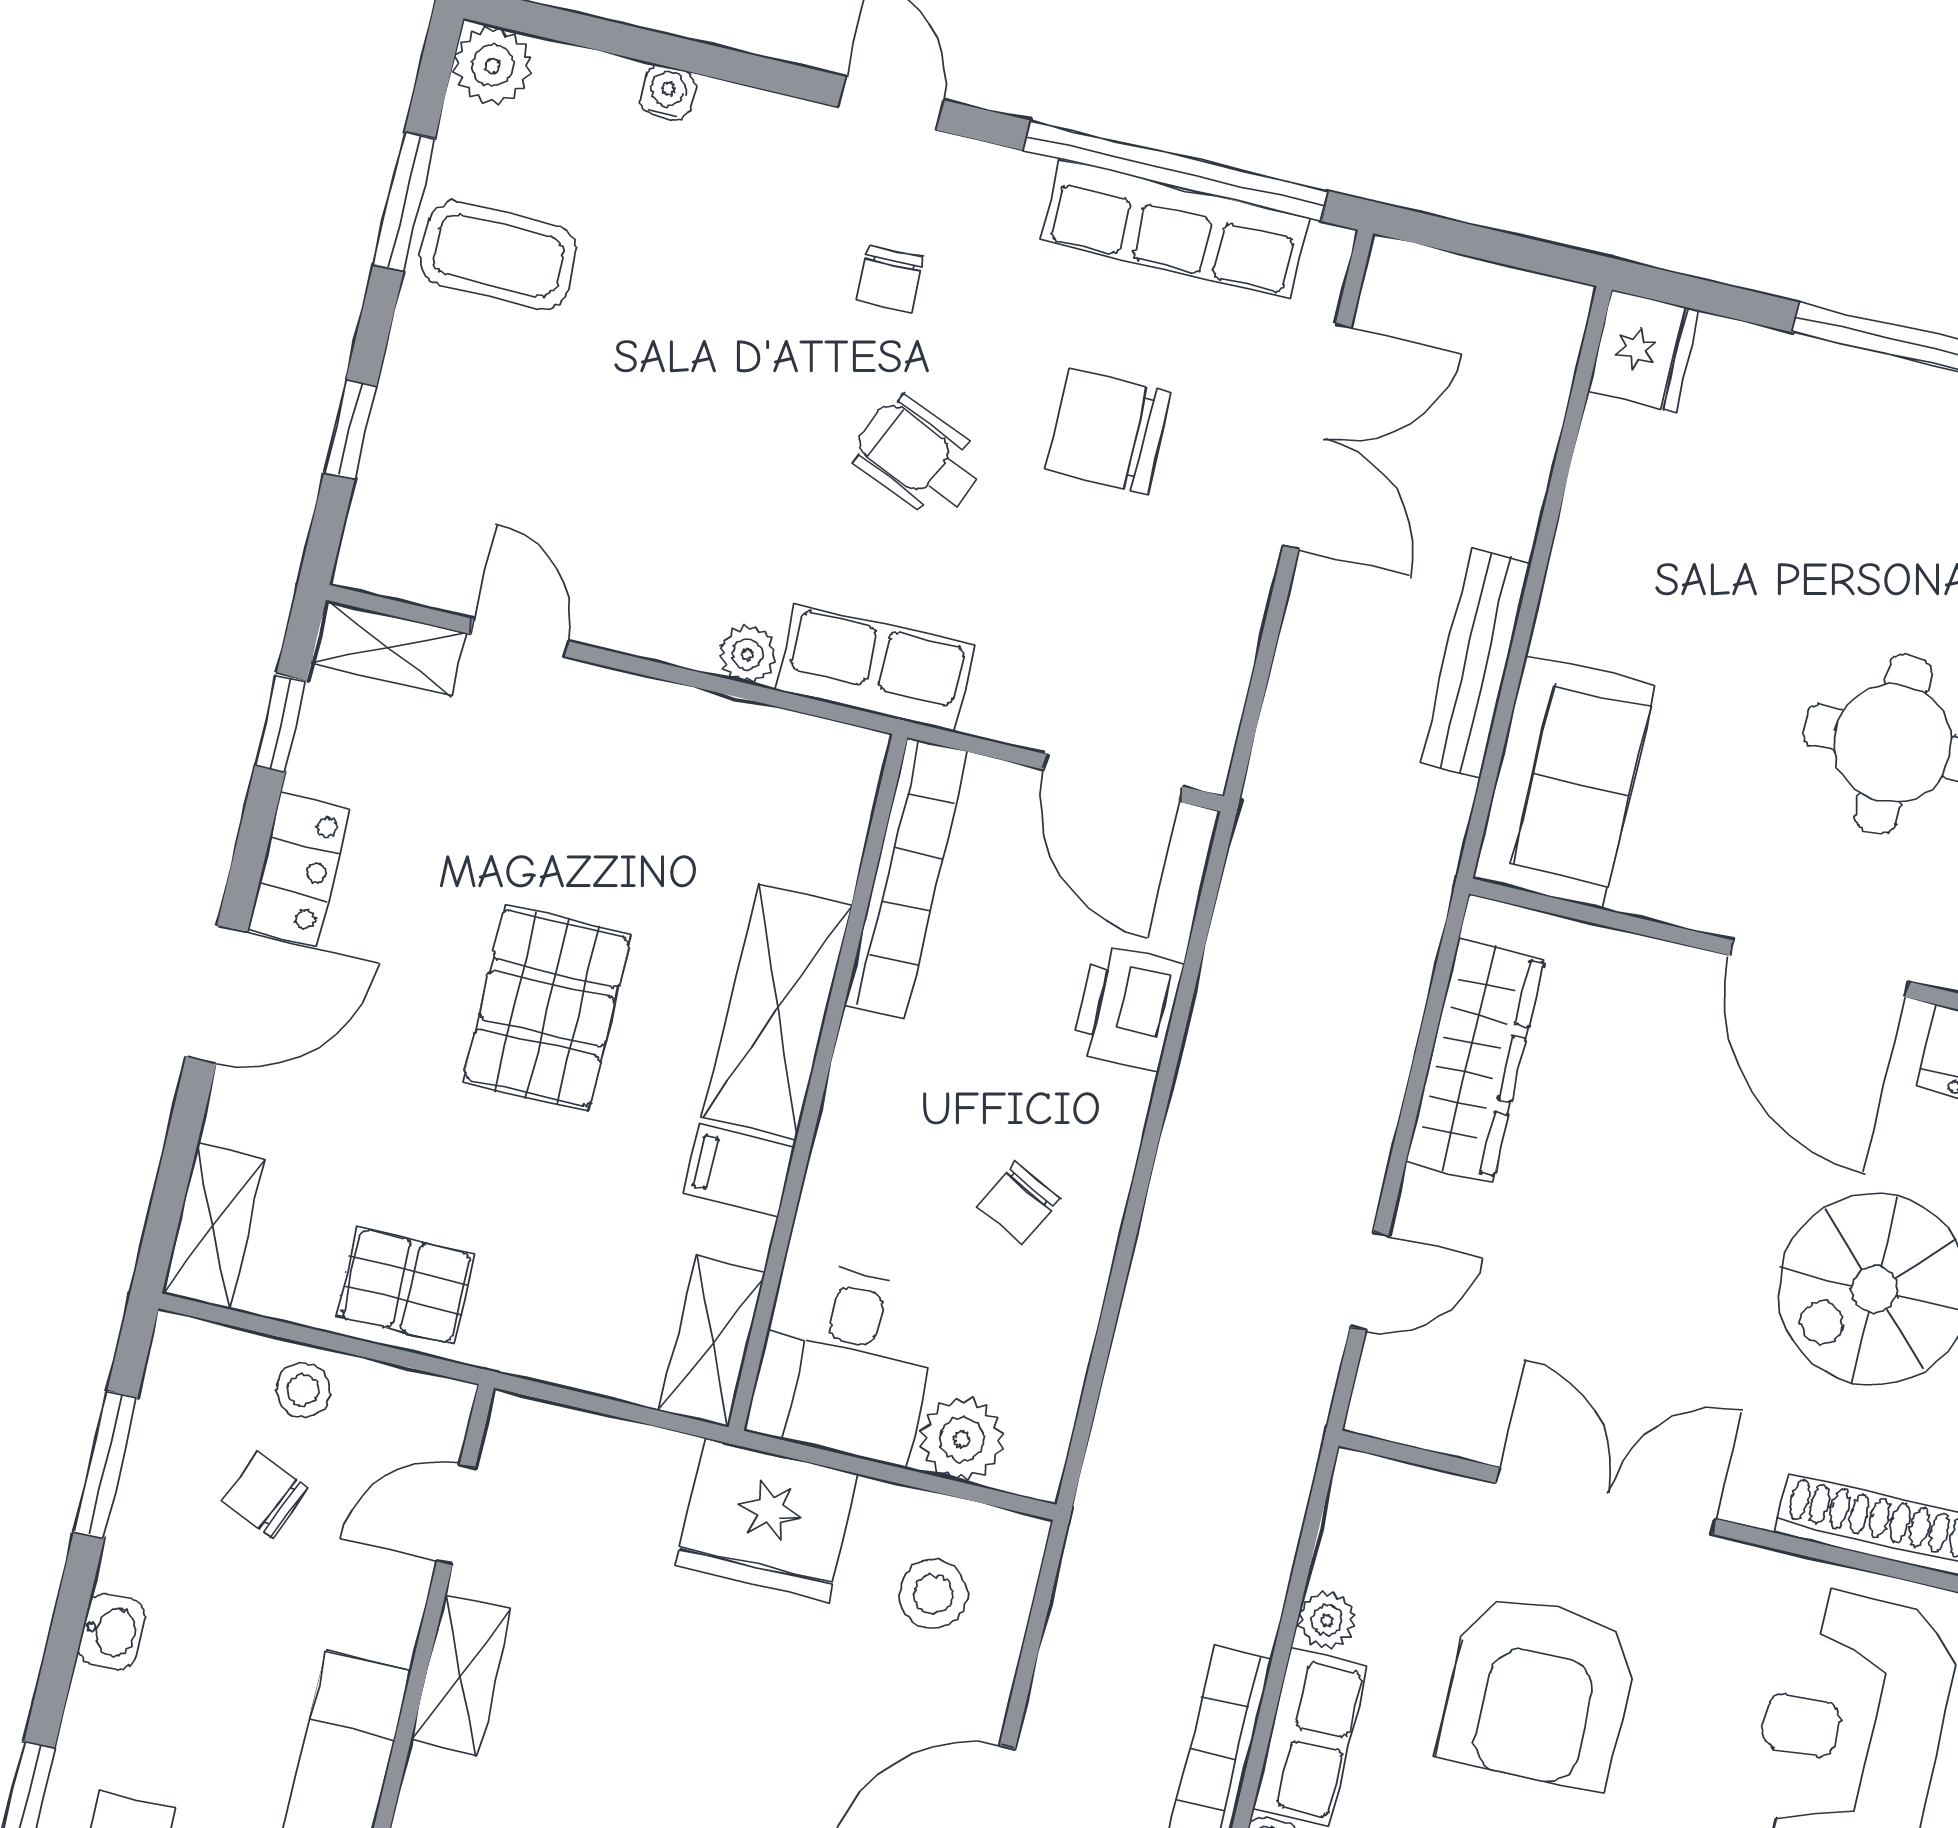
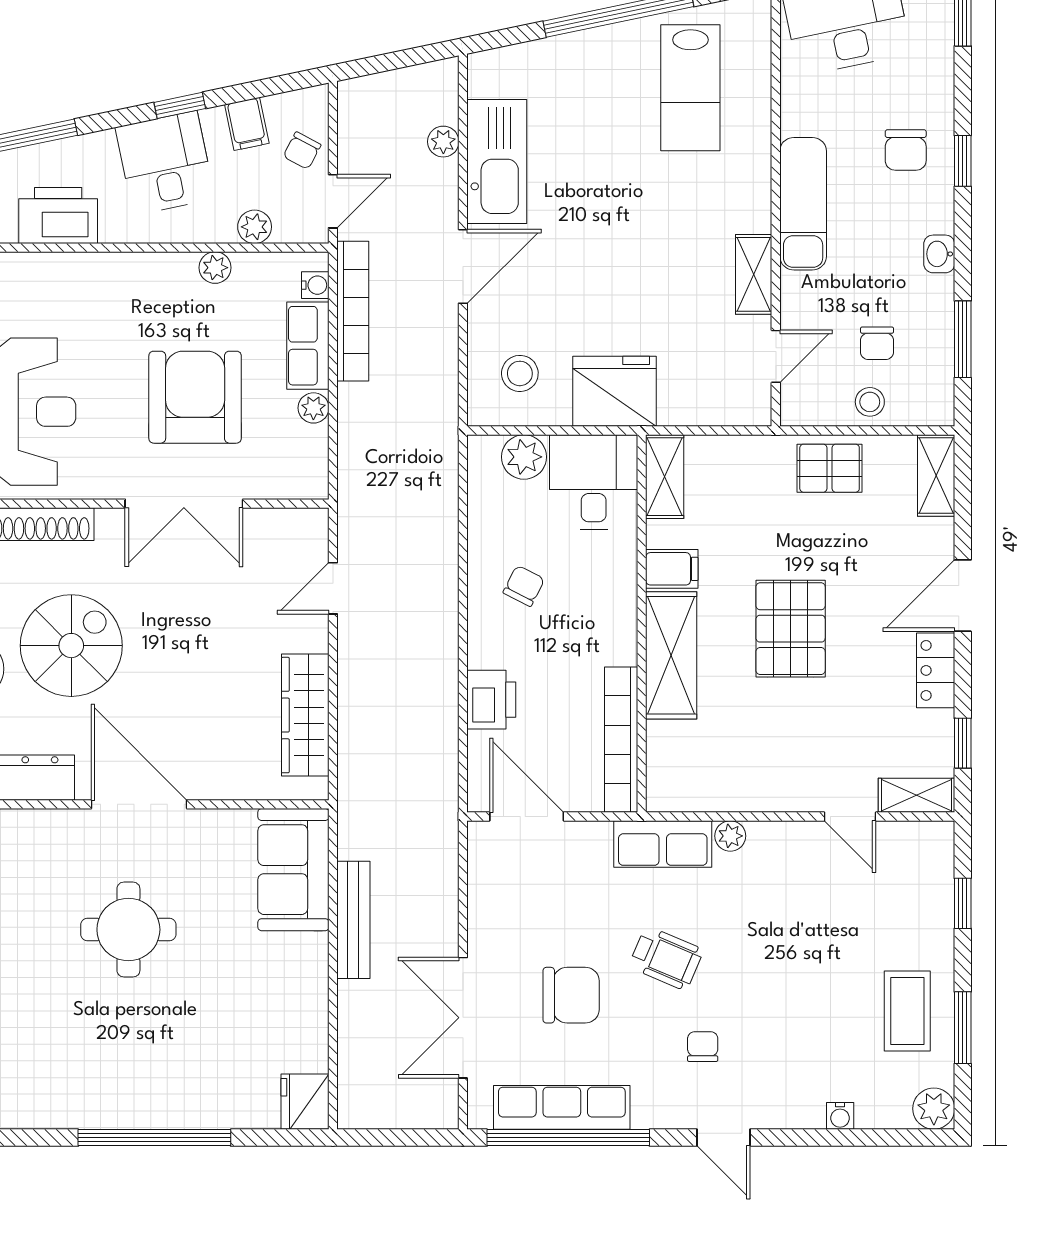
coffee table: (498, 256) -> (907, 1011), turned 90
chair: (264, 1495) -> (877, 343), turned 67

